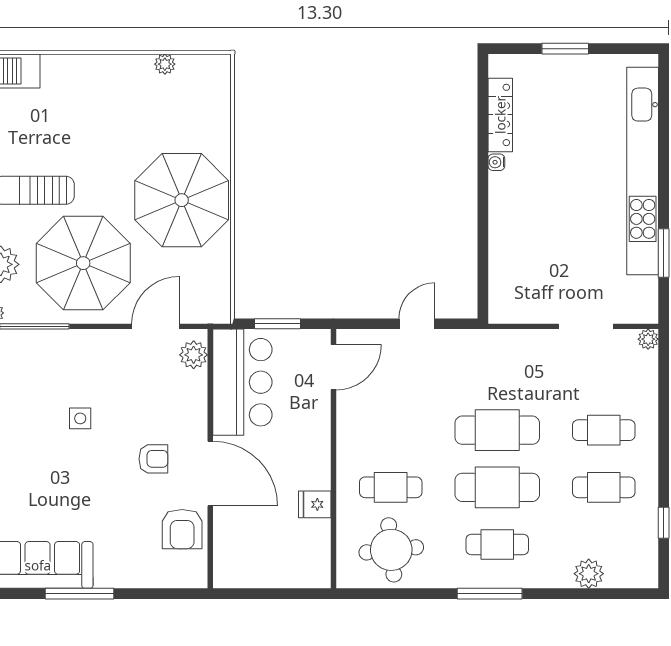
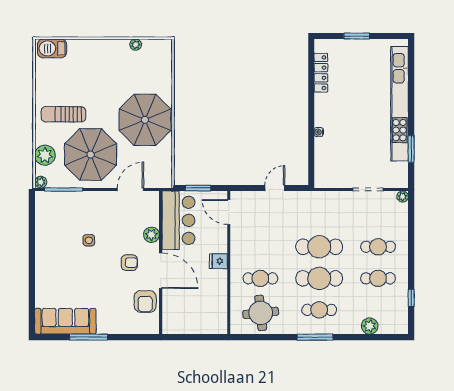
water cooler: (496, 162) -> (319, 132), moved
plant: (194, 355) -> (151, 235), moved
door: (333, 367) -> (229, 212), swing flipped
fridge: (315, 504) -> (218, 261), moved

